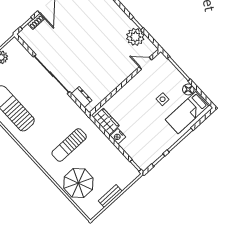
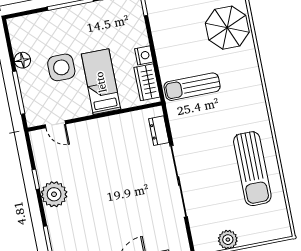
plant: (135, 37) -> (54, 194), moved
side table: (163, 99) -> (61, 67), width x1.87, depth x1.87
bed: (188, 112) -> (101, 82), moved, turned -90
sun lounger: (69, 145) -> (192, 87), moved, turned 180

